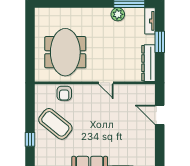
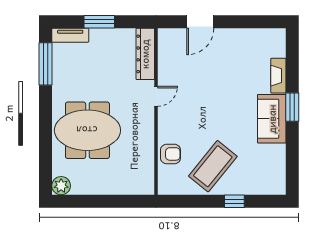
plant: (118, 14) -> (61, 186), moved
meeting table: (65, 52) -> (87, 130), moved
dresser: (148, 63) -> (145, 54), moved, turned 90

